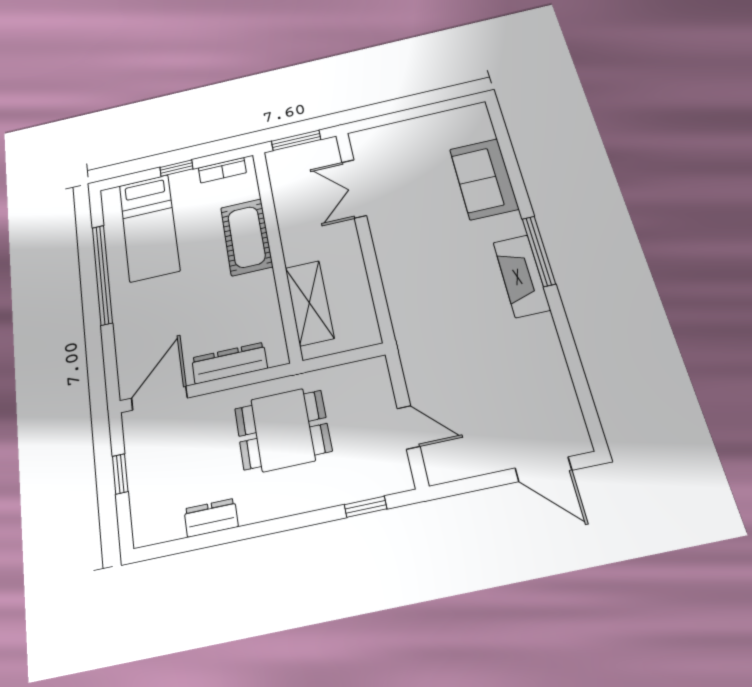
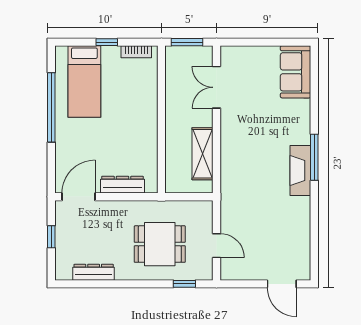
sofa: (484, 179) -> (296, 72), moved
cot: (247, 237) -> (145, 104), removed
shelving: (309, 303) -> (202, 154), moved
dining table: (283, 430) -> (160, 244), moved
dresser: (211, 518) -> (94, 272), width x1.44

